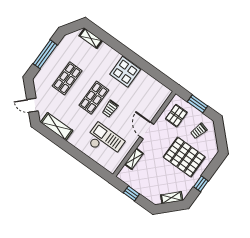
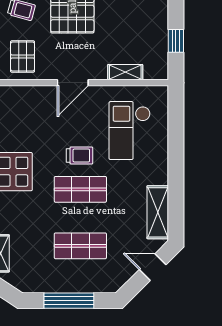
door: (32, 105) -> (153, 267), swing flipped
pallet: (176, 116) -> (23, 56), turned 90

